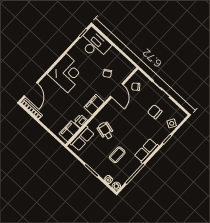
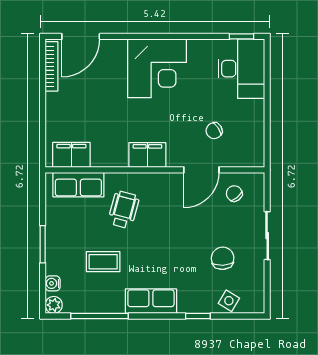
printer: (80, 121) -> (103, 157), removed

